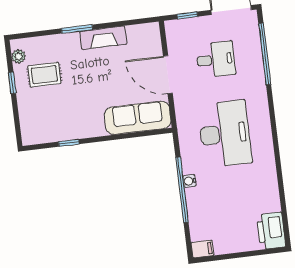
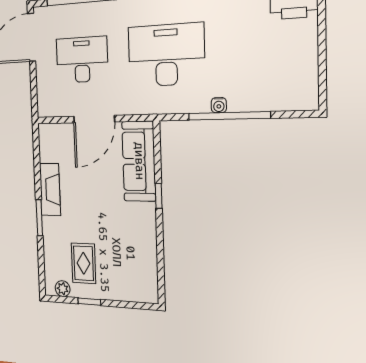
window: (187, 15) -> (34, 90), removed
desk: (216, 59) -> (82, 60), width x1.37
window: (69, 143) -> (159, 196), moved
filing cabinet: (203, 249) -> (308, 96), removed

